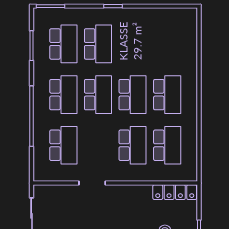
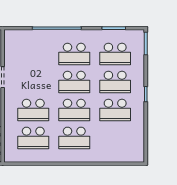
school desk: (63, 145) -> (115, 110), moved

